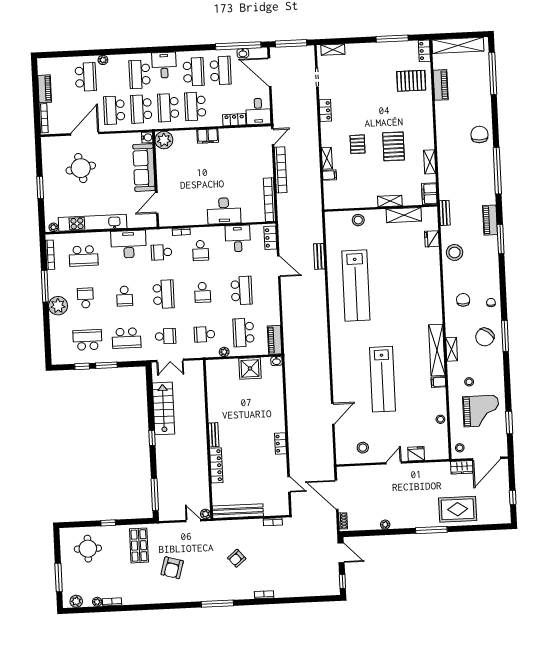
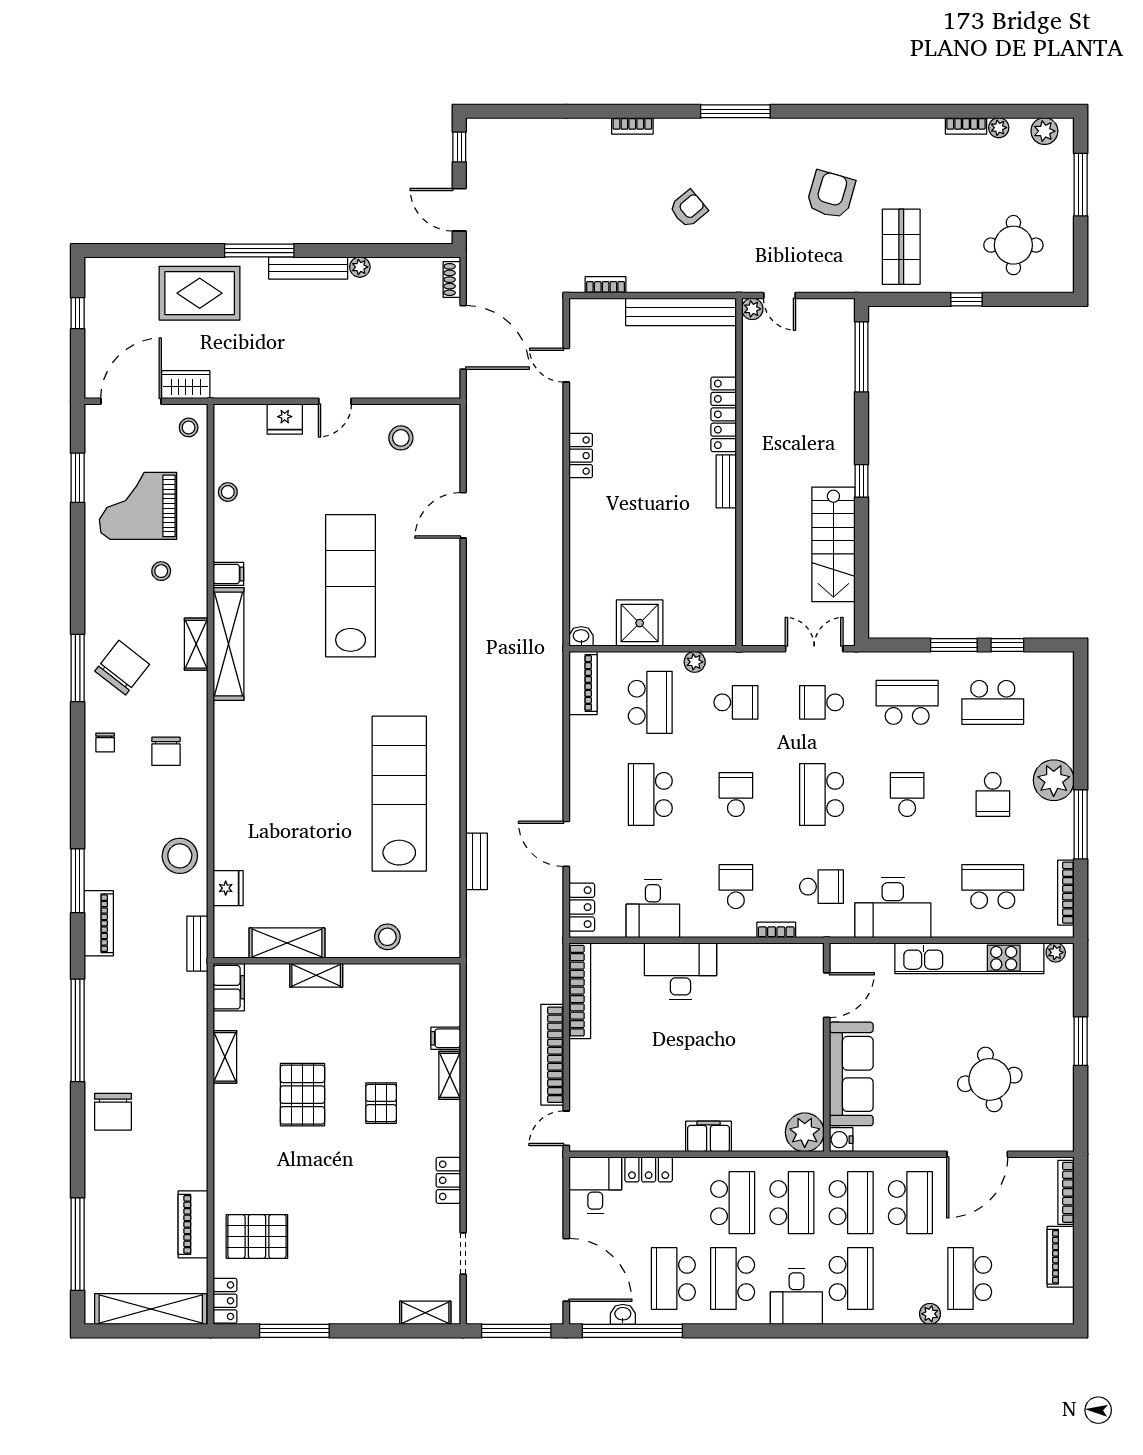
bench: (409, 523) -> (308, 268), added

